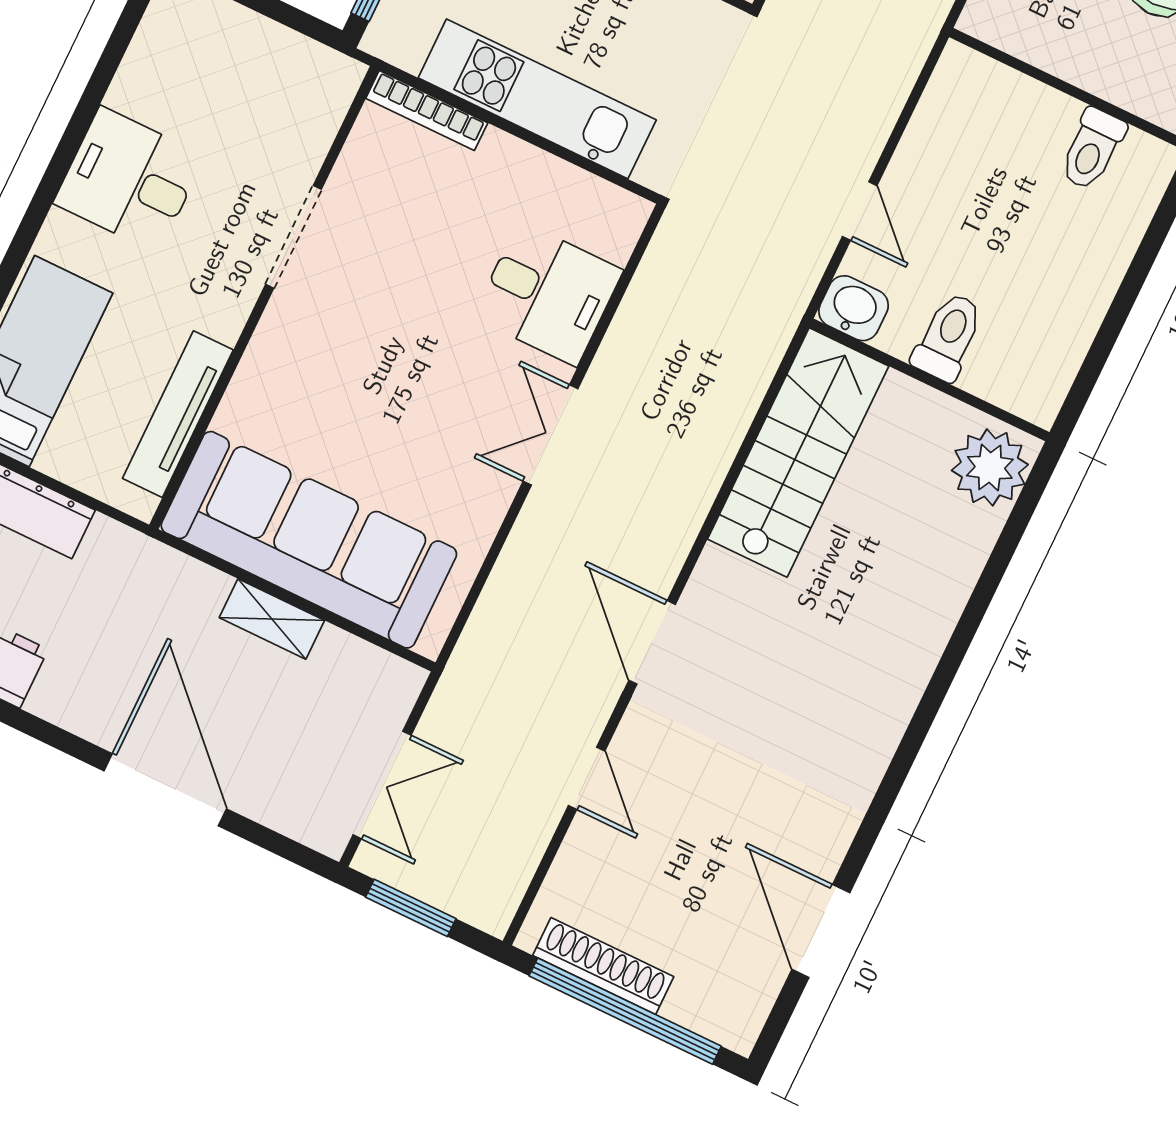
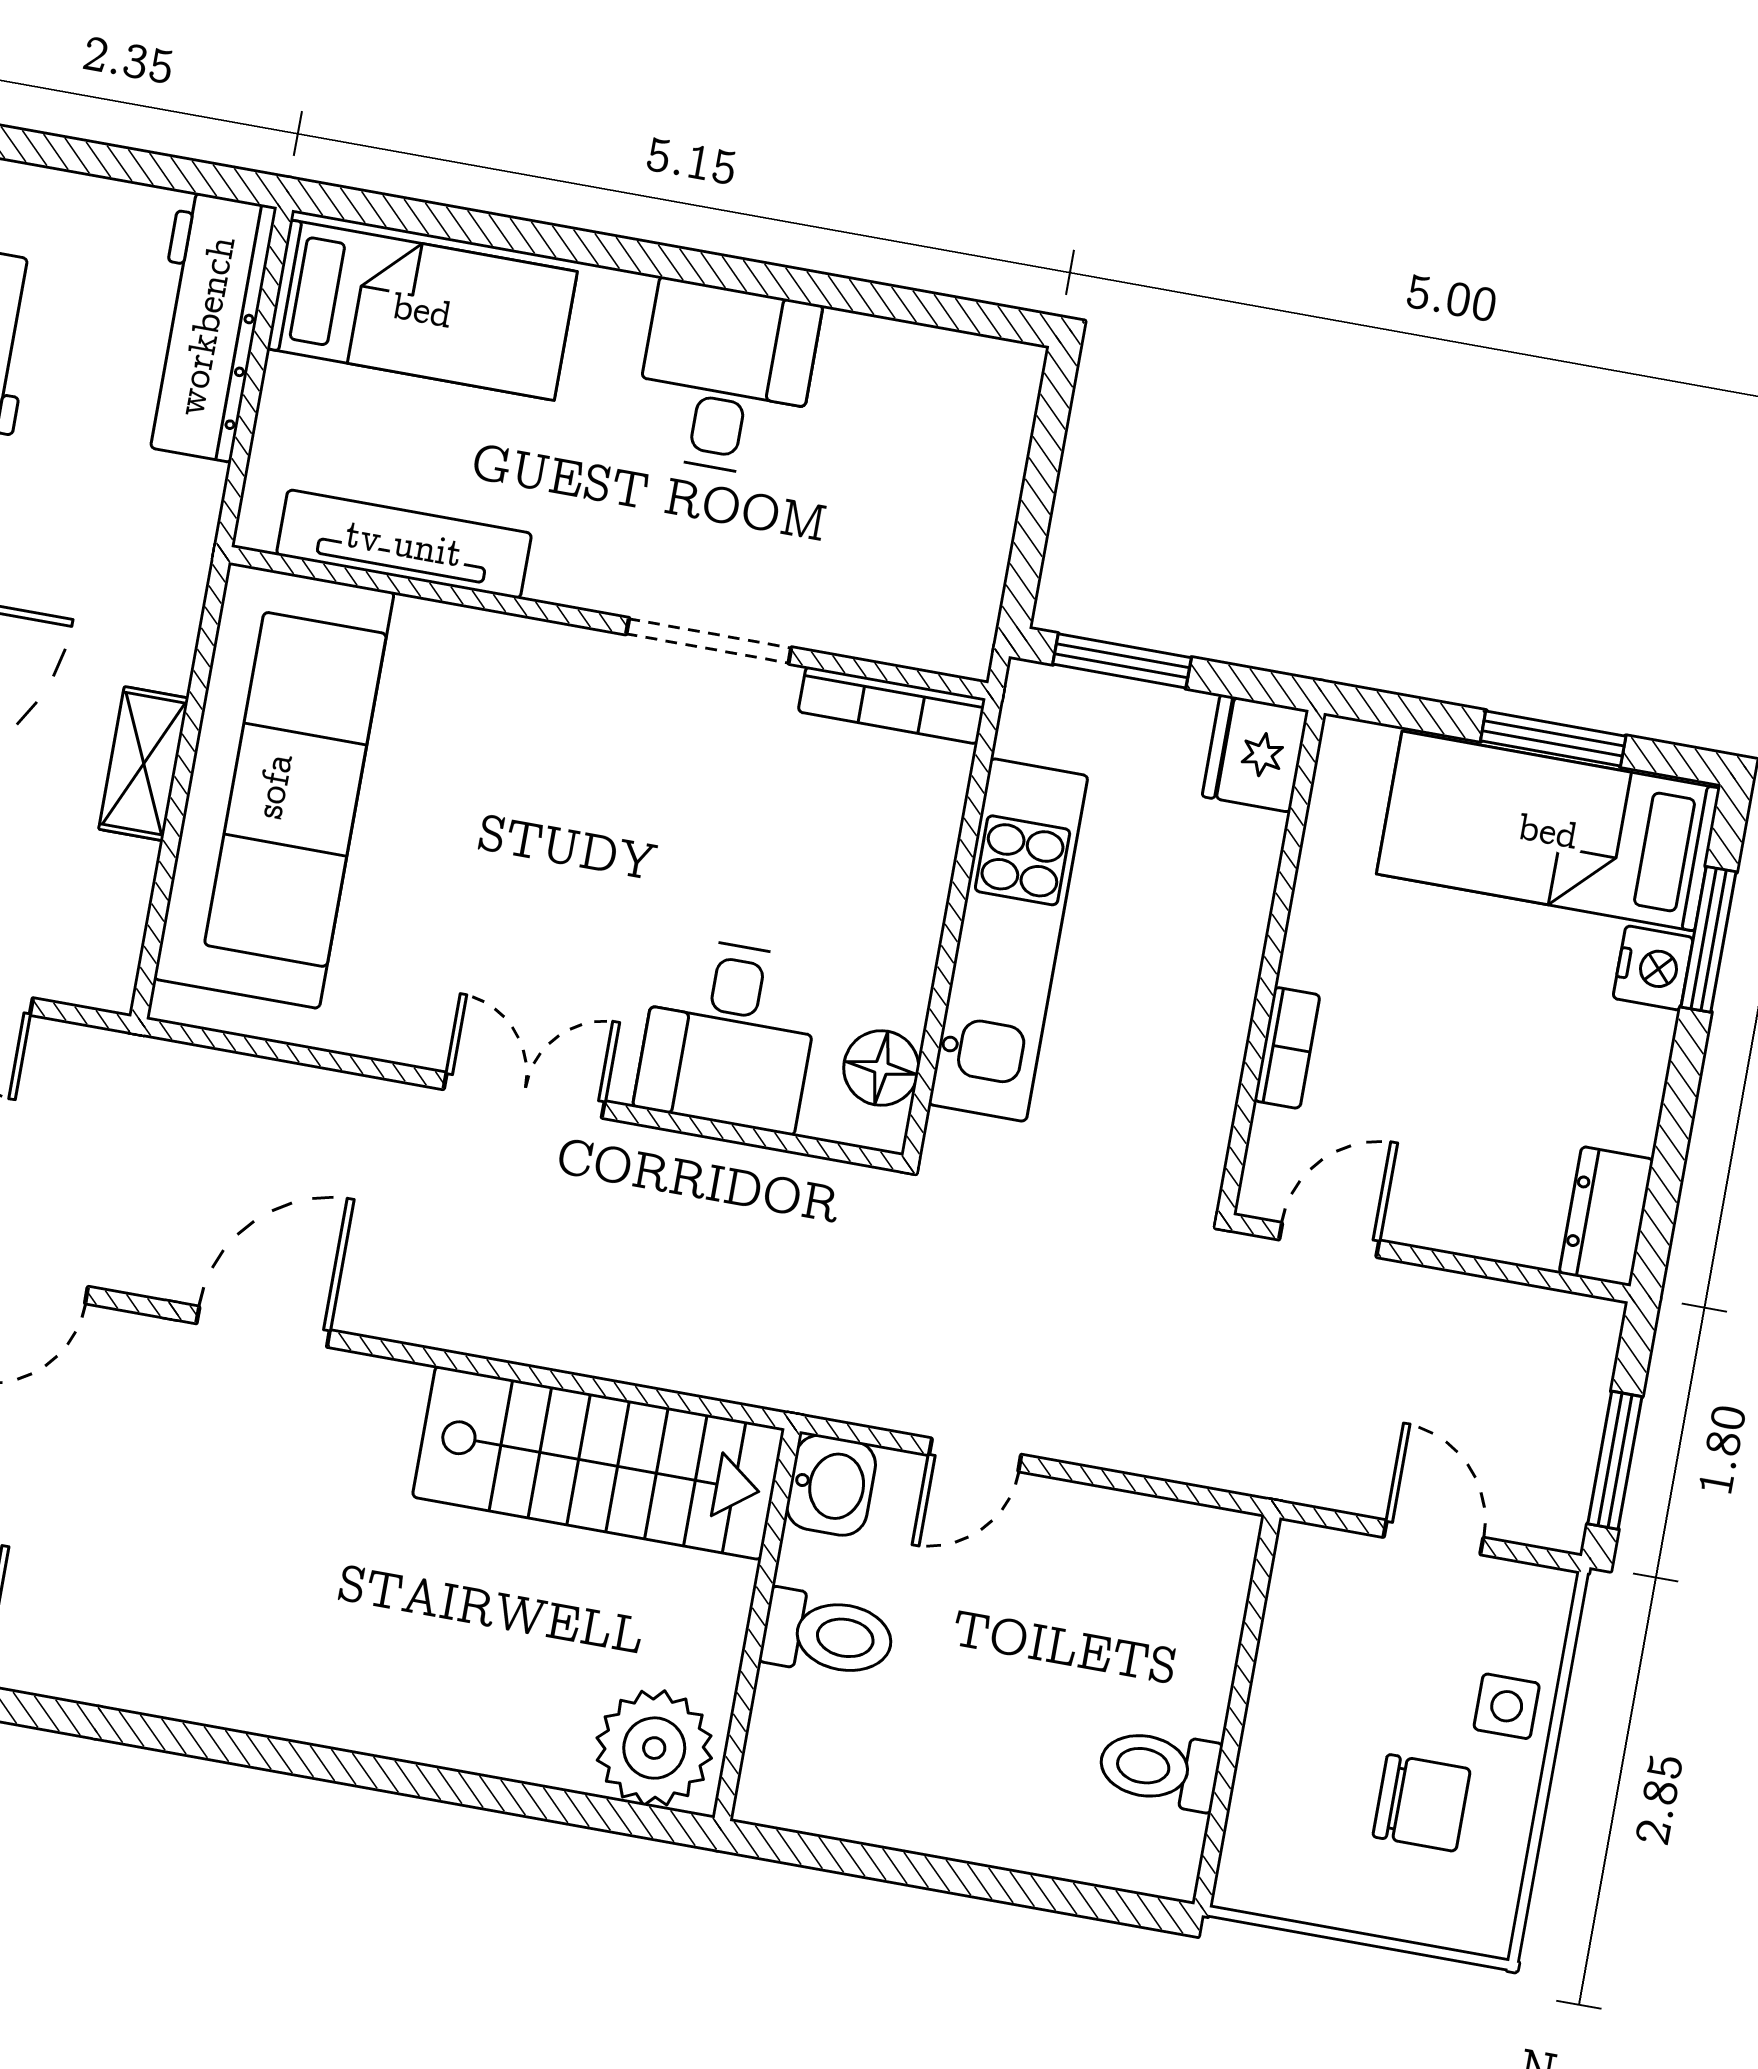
bookcase: (427, 111) -> (892, 705), moved, turned -90
floor lamp: (596, 202) -> (881, 1068), added

